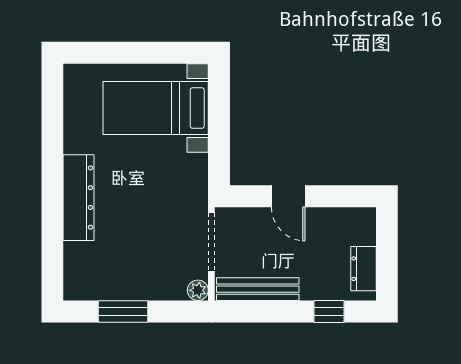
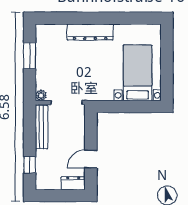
door: (288, 196) -> (91, 159), moved
dresser: (363, 269) -> (73, 183), moved

